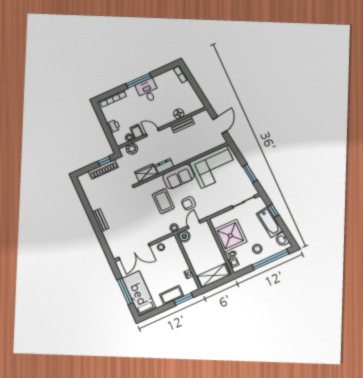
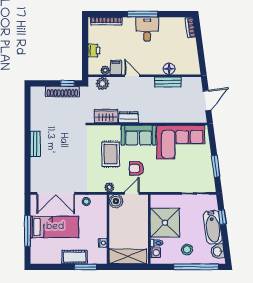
bed: (139, 294) -> (55, 227), moved, turned 90

